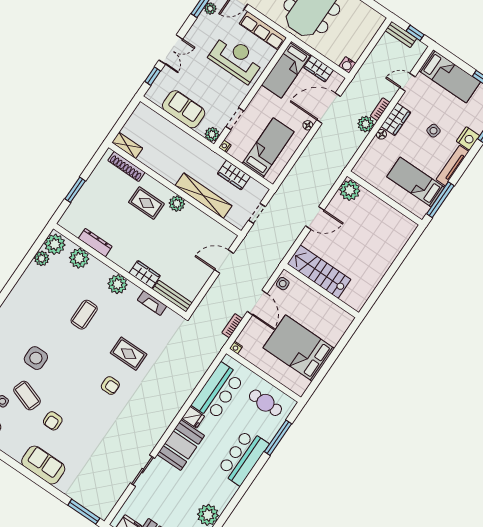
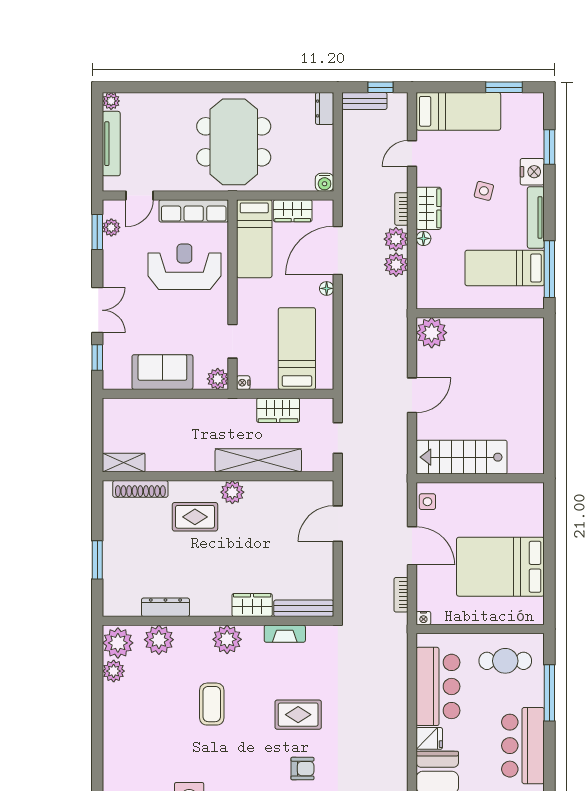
dresser: (376, 23) -> (325, 108), added
plant: (356, 138) -> (396, 265), added

